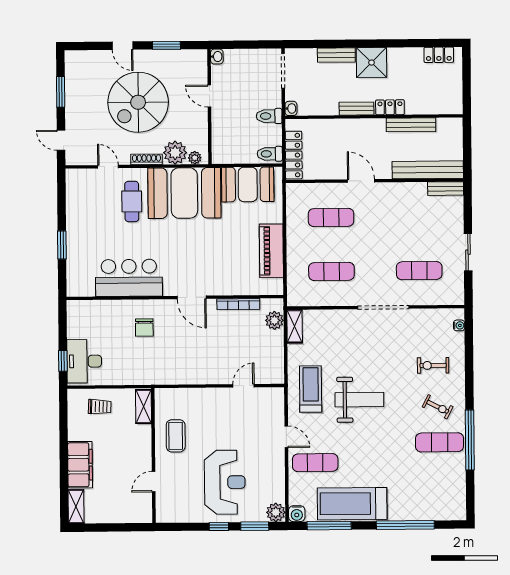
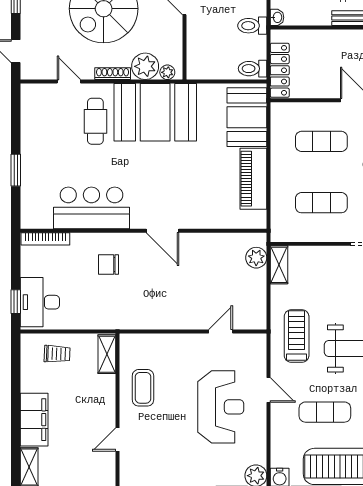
booth: (248, 184) -> (247, 117), moved, turned 90
bookcase: (238, 304) -> (45, 239), moved
chair: (144, 327) -> (108, 264), turned 90
exercise mat: (315, 463) -> (325, 412), moved
reception desk: (225, 482) -> (221, 407), moved

